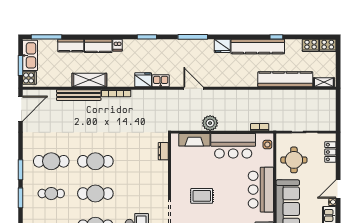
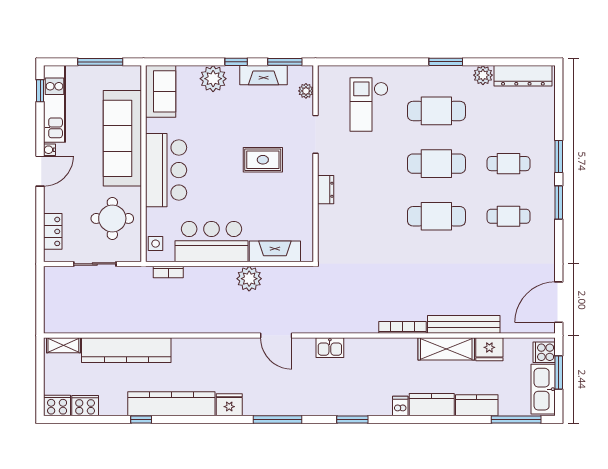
fridge: (143, 80) -> (489, 349), moved
dresser: (163, 151) -> (326, 190), moved
cafe table: (51, 161) -> (509, 216), width x0.73, depth x0.74

